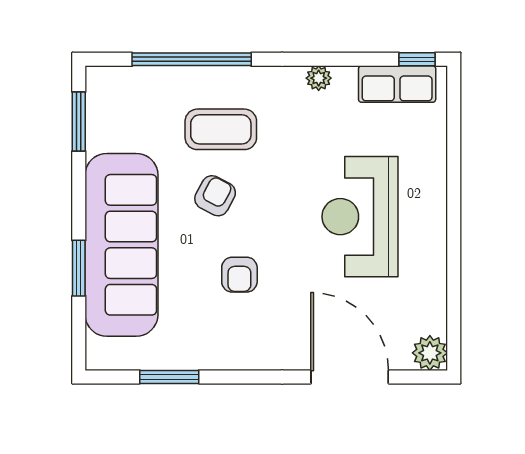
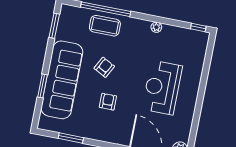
row of seats: (397, 84) -> (188, 36), removed
coffee table: (221, 129) -> (105, 26), moved
armchair: (239, 275) -> (108, 102), turned 180

